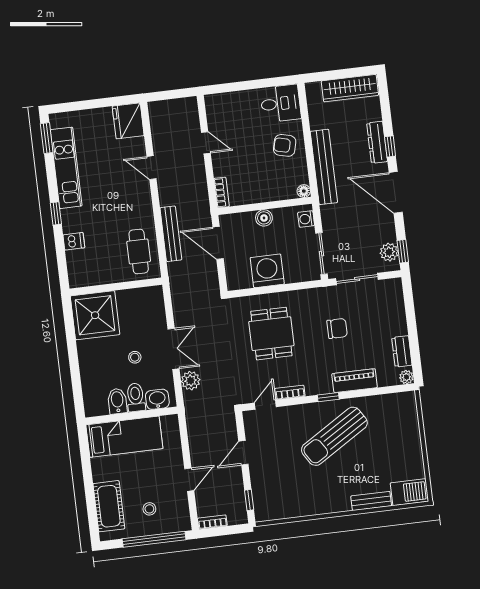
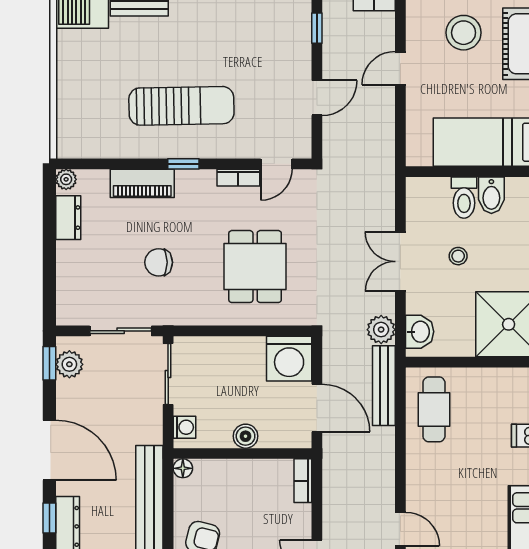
bench: (171, 234) -> (384, 386), moved
washing machine: (267, 271) -> (289, 359), moved
plant: (191, 381) -> (381, 330), moved
washbasin: (157, 399) -> (420, 332), moved, turned -90
sun lounger: (334, 436) -> (181, 106), turned 31
stool: (149, 509) -> (464, 33), width x1.89, depth x1.89

